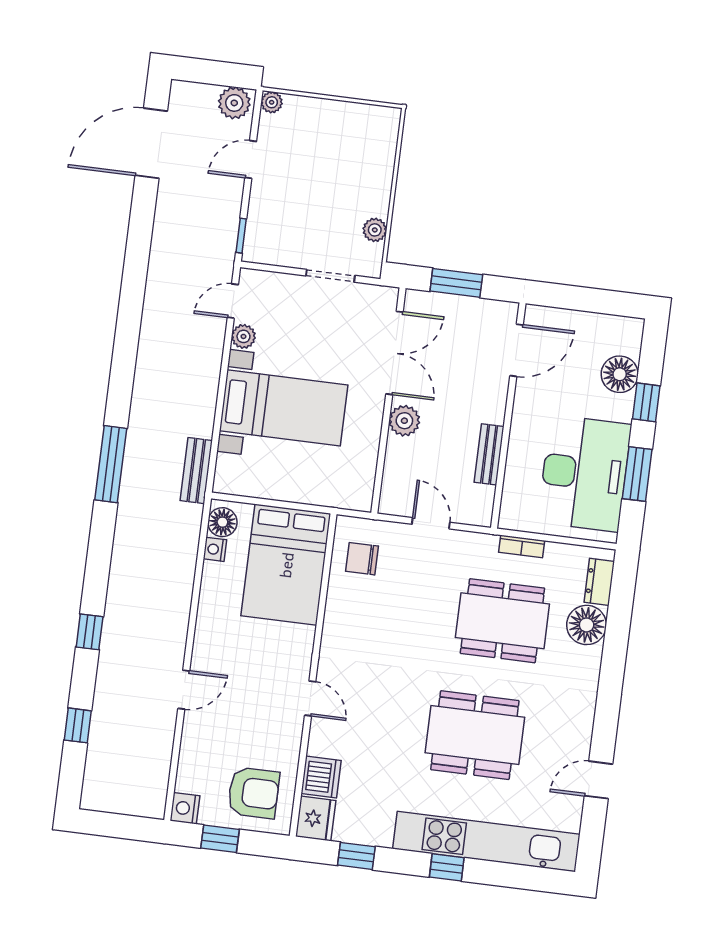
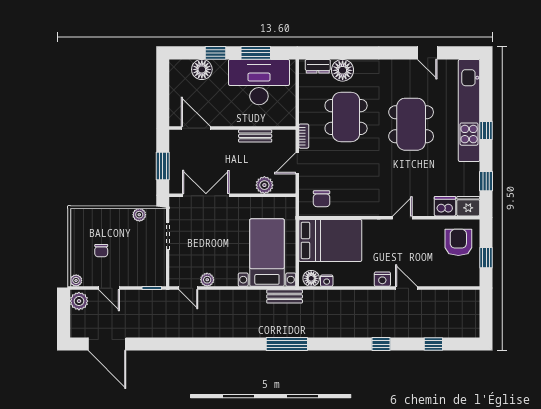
chair: (319, 154) -> (101, 251), added
bed with nightstands: (284, 408) -> (267, 253), moved
plant: (404, 421) -> (264, 185), moved
bookcase: (522, 546) -> (304, 136), moved
nightstand: (185, 808) -> (382, 279), moved

